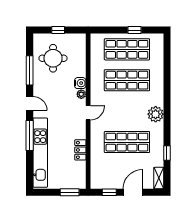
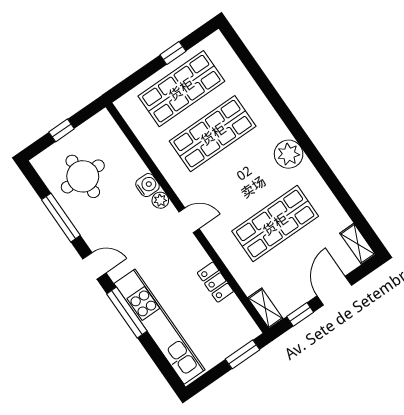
door: (88, 113) -> (189, 220), hinge flipped
window: (167, 153) -> (344, 199), removed
shelving: (95, 178) -> (265, 308), added

